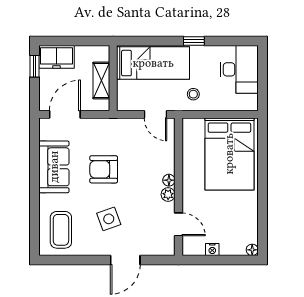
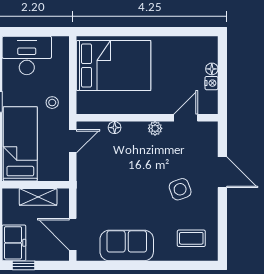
armchair: (104, 169) -> (129, 194), removed
floor lamp: (169, 180) -> (115, 128), moved
coffee table: (61, 230) -> (191, 238), width x0.73, depth x0.77
floor lamp: (252, 250) -> (212, 69), moved

